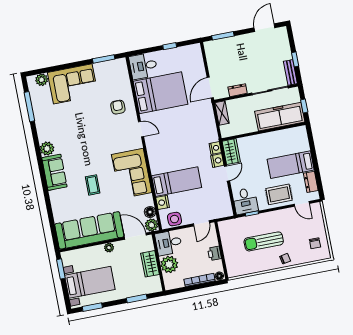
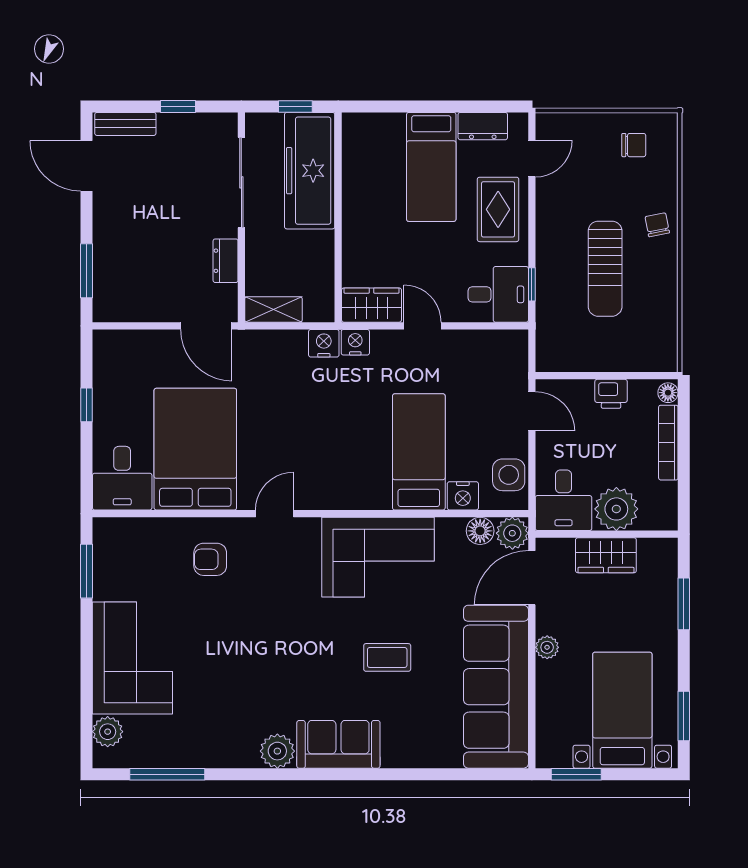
bench: (290, 72) -> (125, 124), moved
nightstand: (217, 161) -> (324, 343), moved

